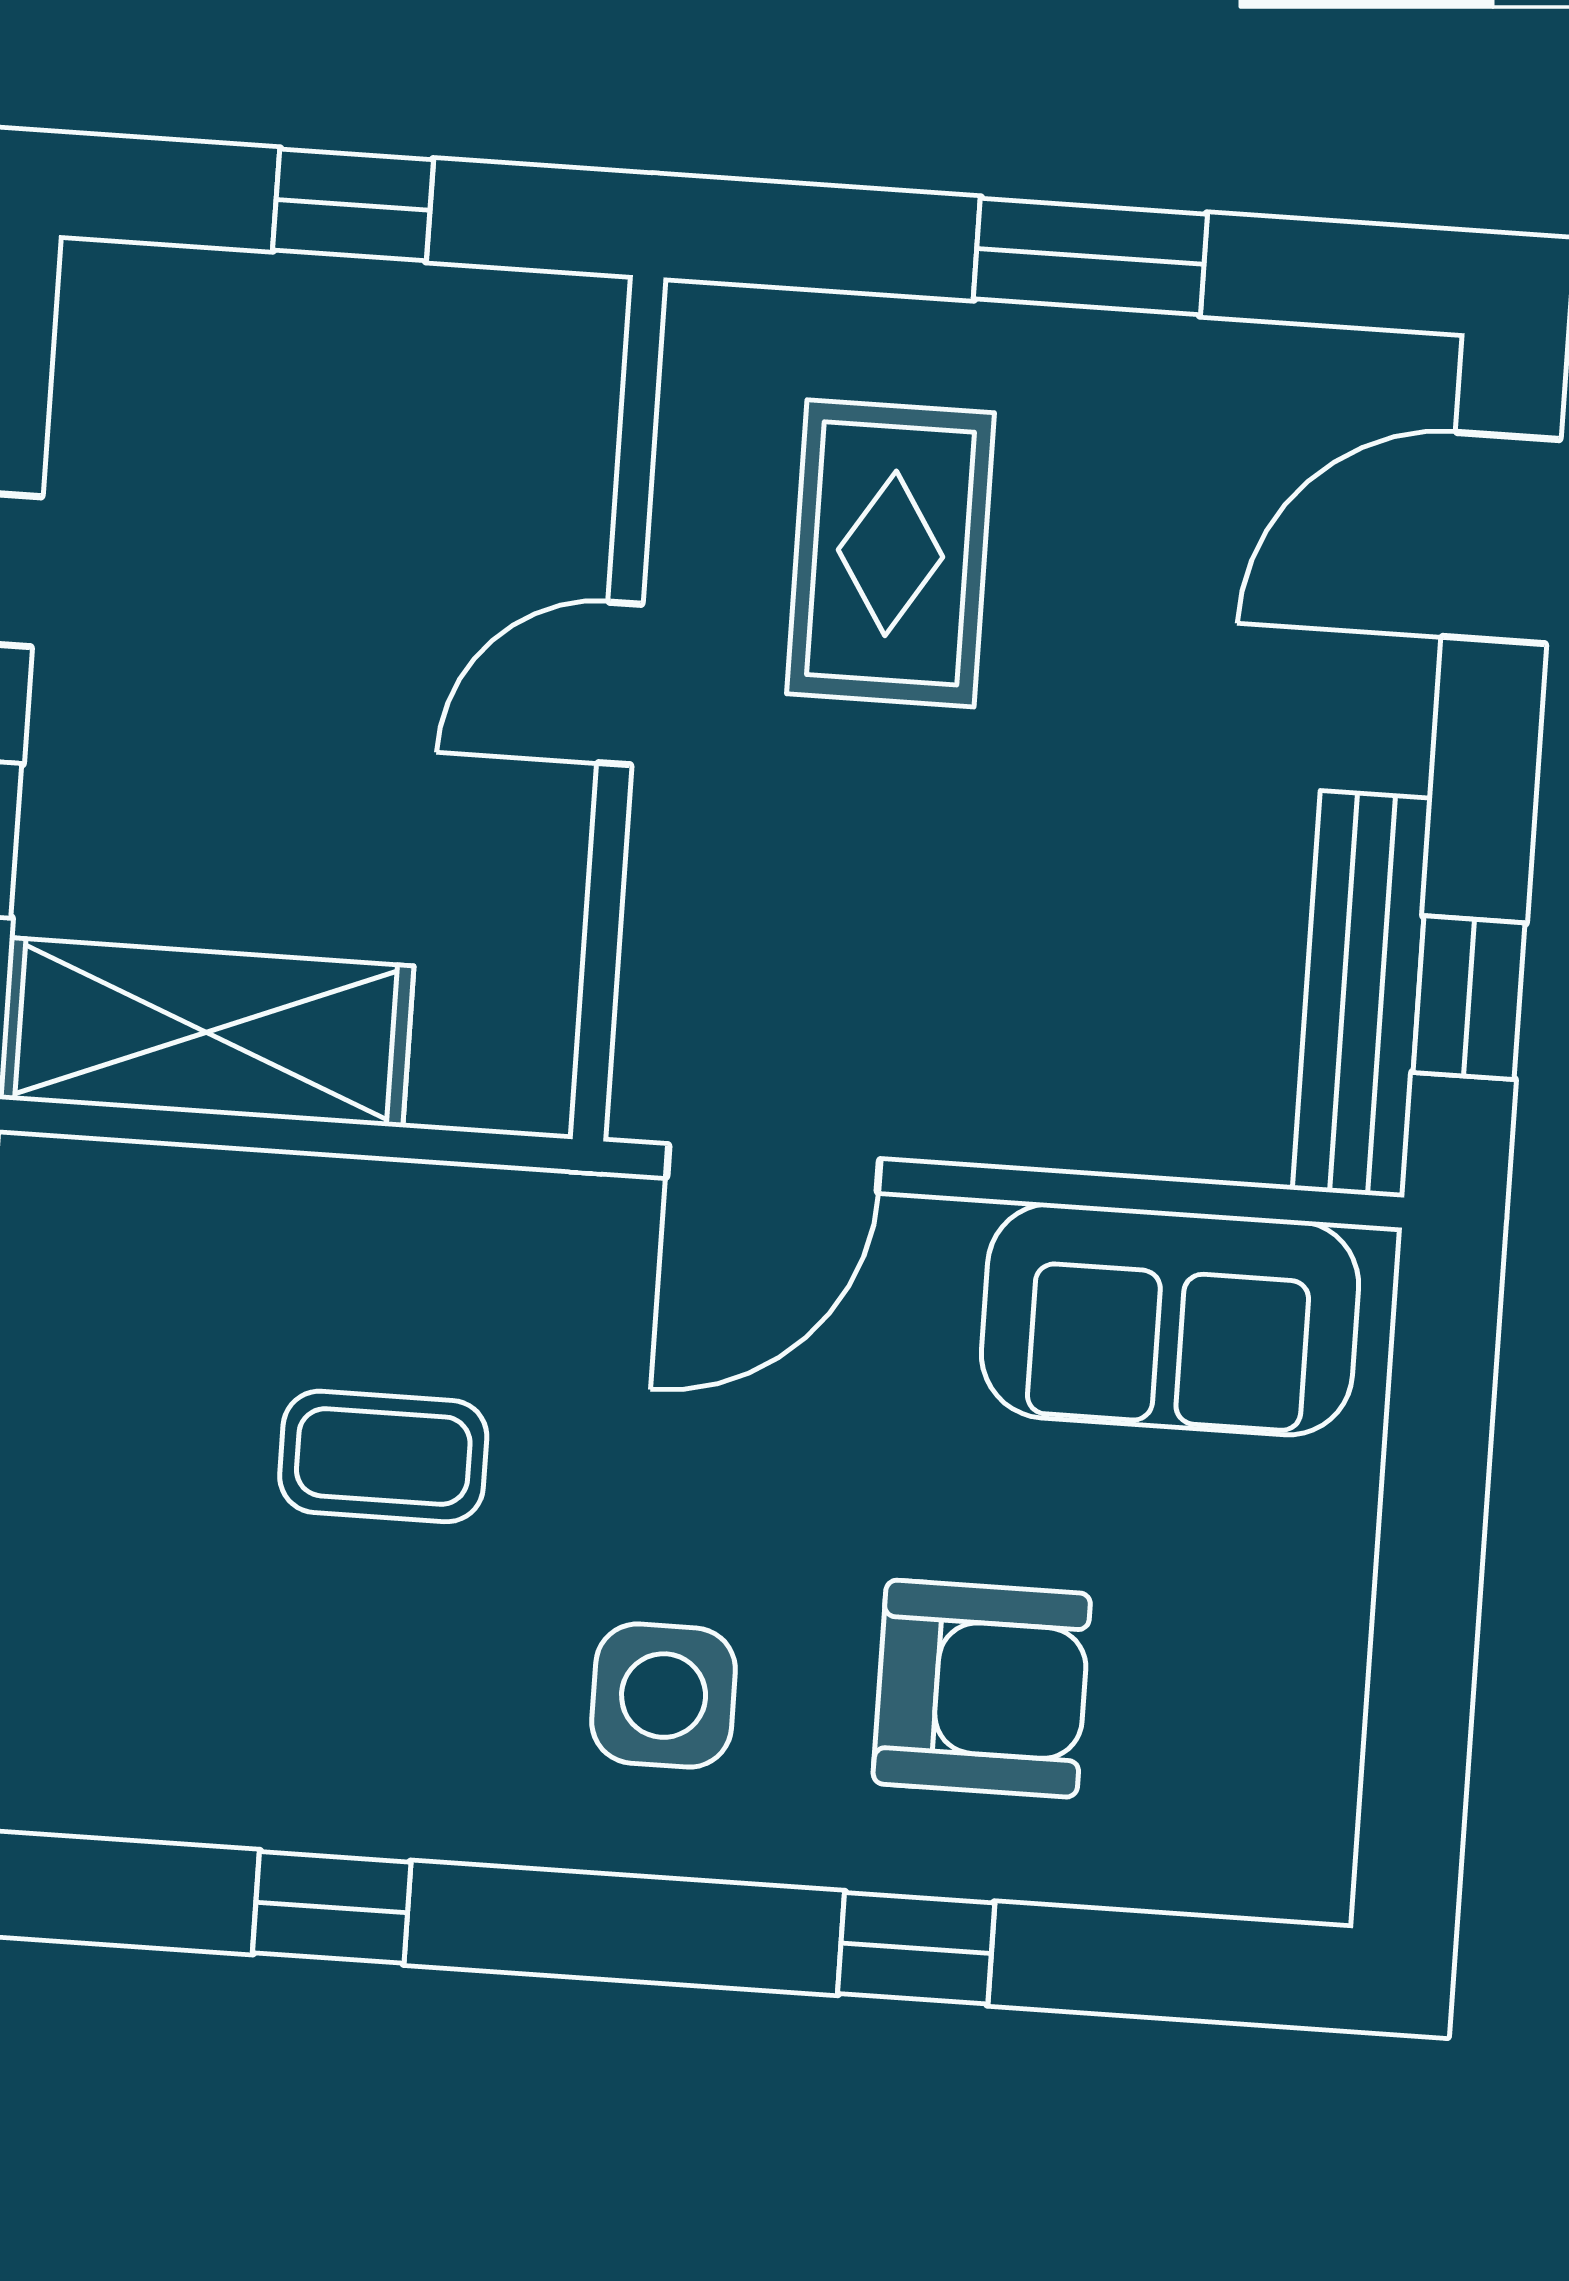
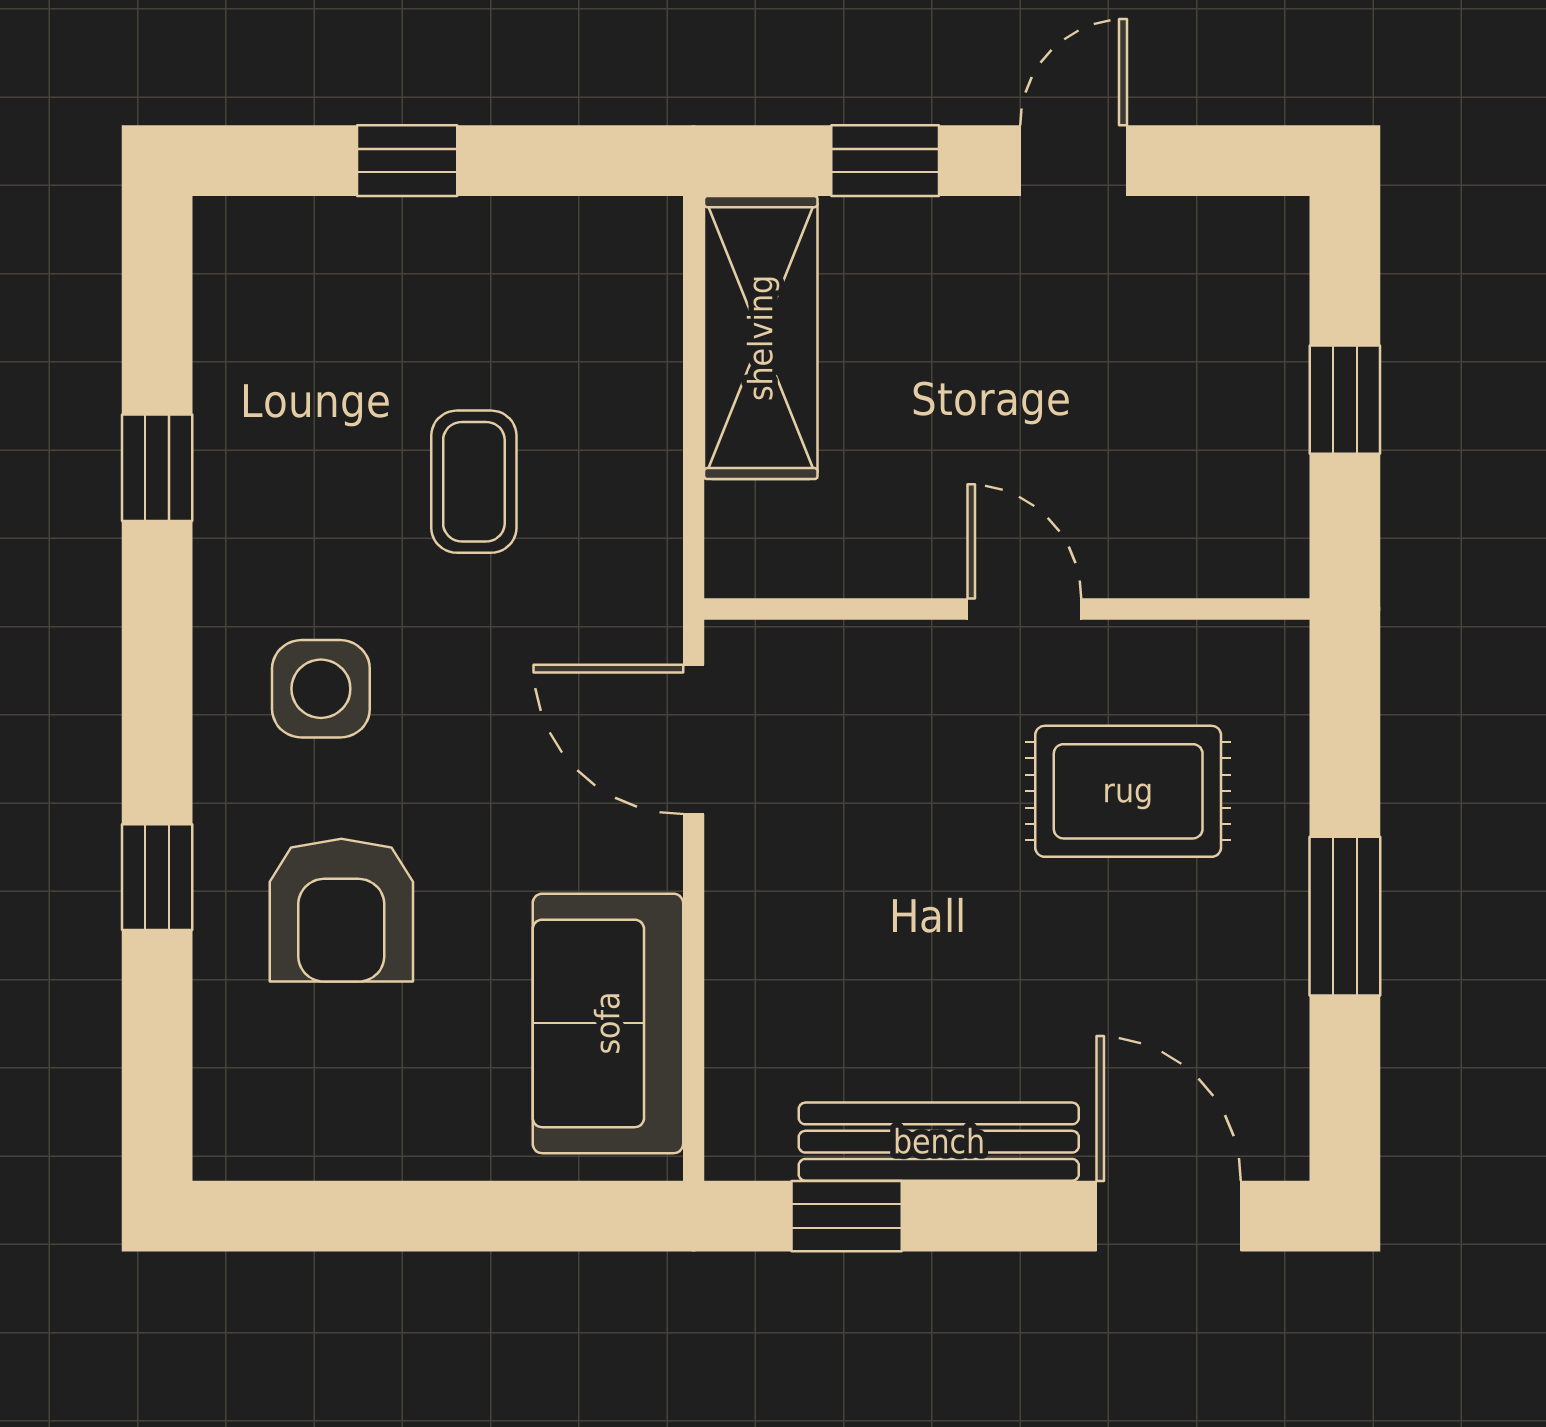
bench: (1362, 994) -> (939, 1142), moved

